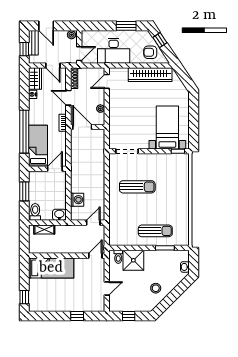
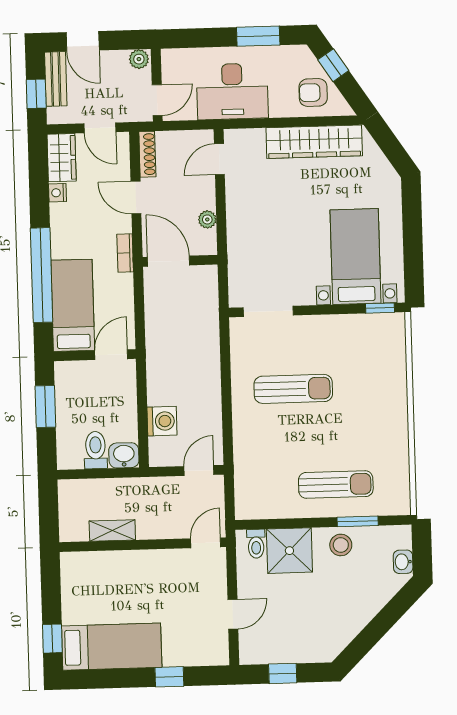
toilet: (35, 212) -> (96, 450), moved
shelving: (44, 230) -> (112, 530), moved
bed: (51, 268) -> (112, 647), moved
stool: (156, 288) -> (341, 545), moved

